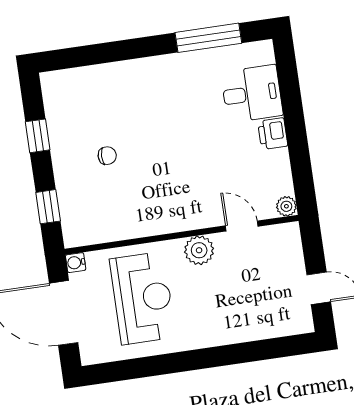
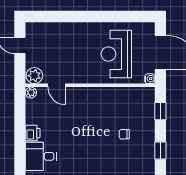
plant: (199, 250) -> (34, 76), moved

